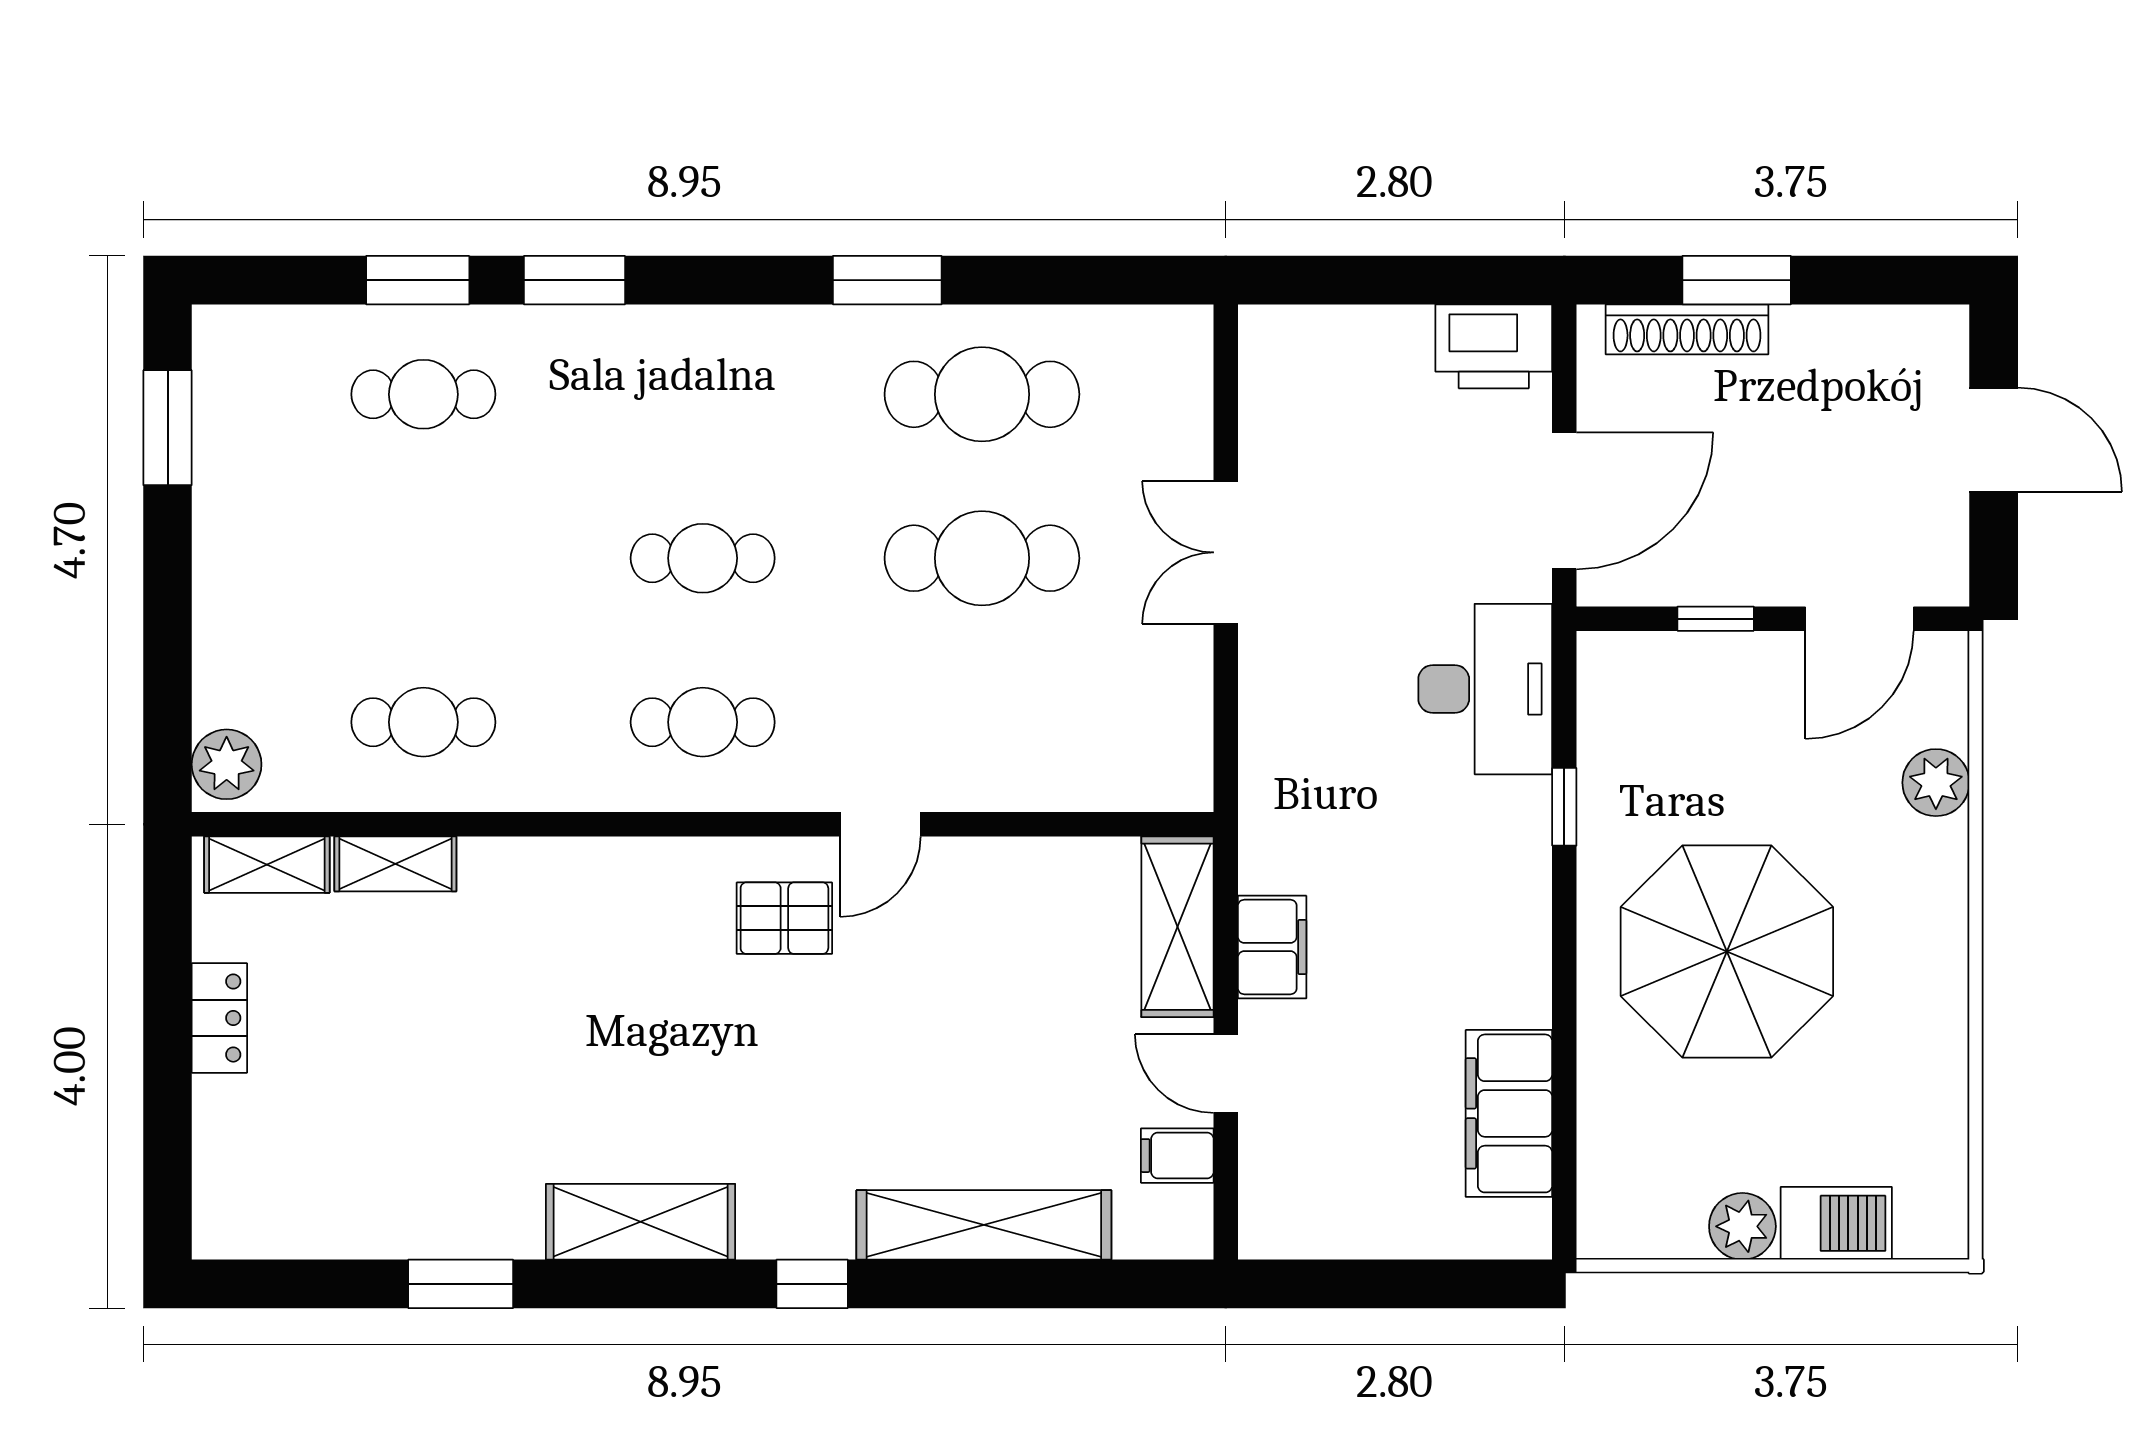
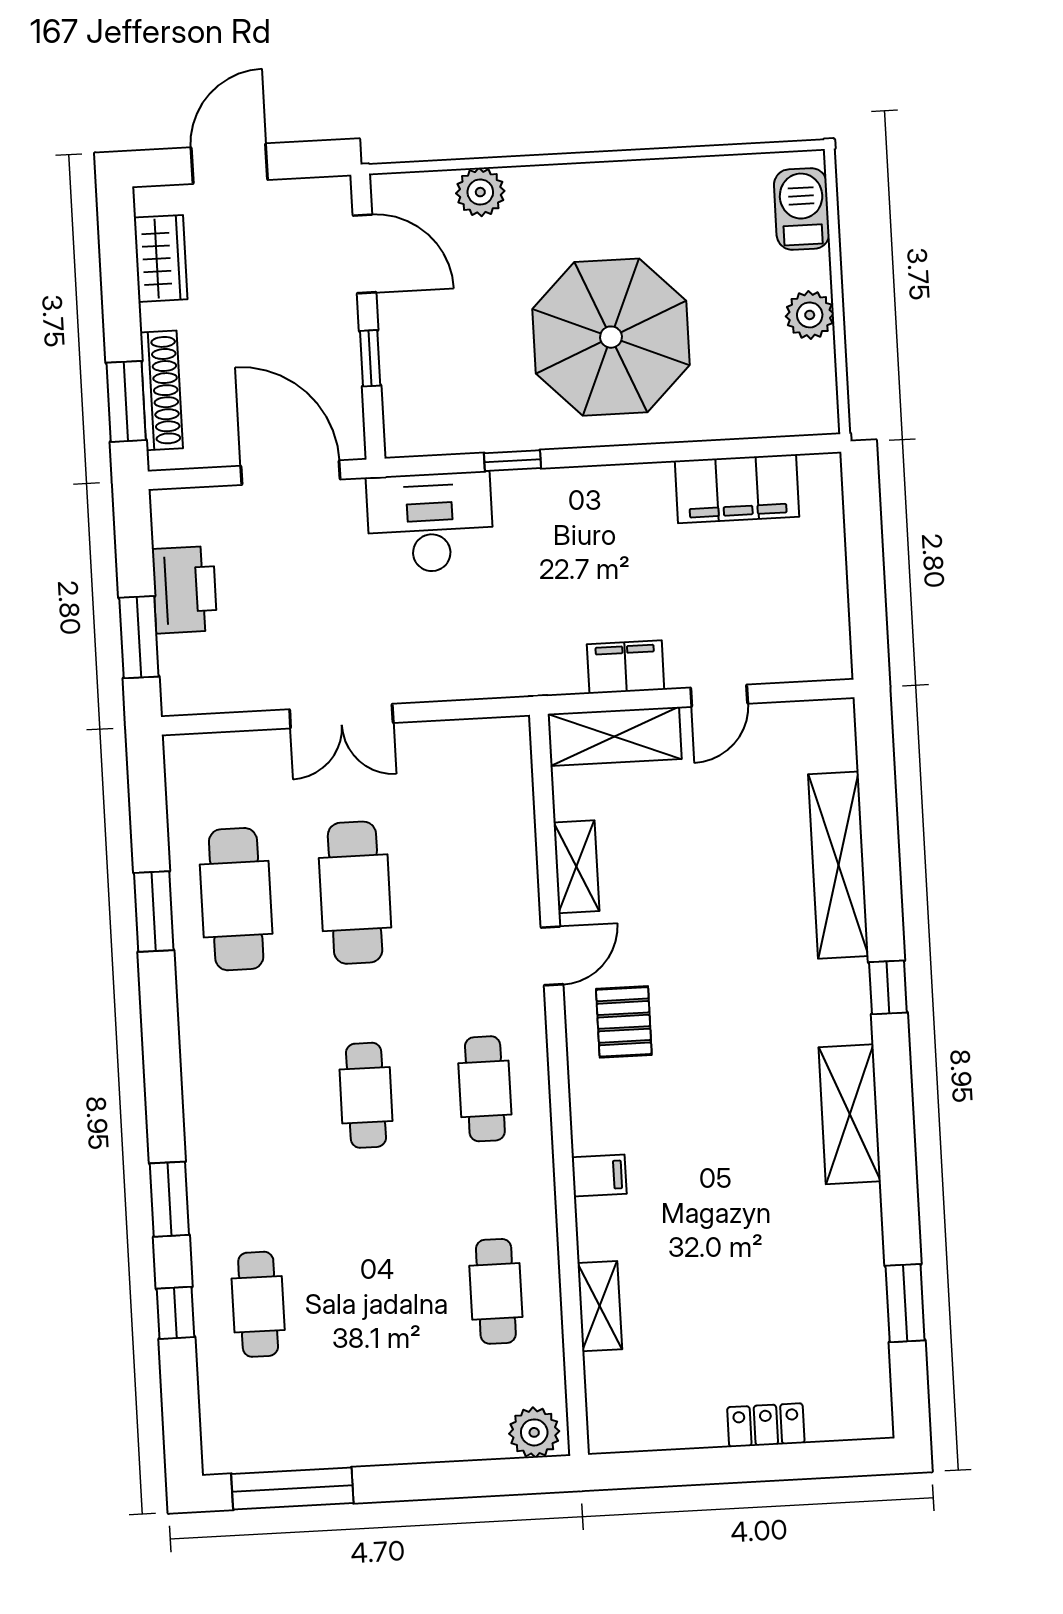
window: (418, 280) -> (175, 1313), width x0.67
window: (887, 280) -> (154, 911), moved
window: (1349, 280) -> (139, 637), added
window: (1737, 280) -> (126, 401), moved
wardrobe: (1868, 338) -> (161, 258), added
printer: (1494, 346) -> (184, 590), moved
window: (168, 428) -> (292, 1488), width x1.44
door: (880, 824) -> (552, 956), hinge flipped
shelving: (267, 865) -> (576, 867), moved
locker: (219, 1018) -> (766, 1425), moved
filing cabinet: (1177, 1156) -> (599, 1176), moved, turned -90
barbecue: (1836, 1223) -> (802, 209), moved
window: (461, 1284) -> (905, 1303), moved

